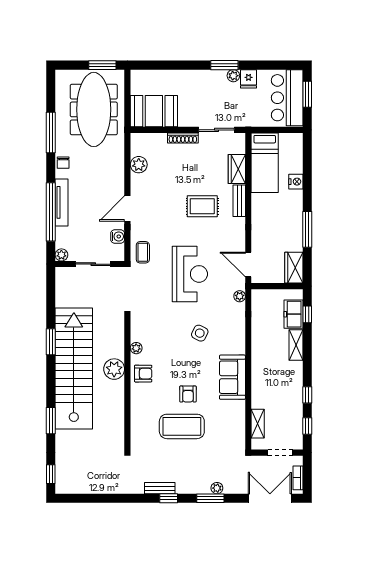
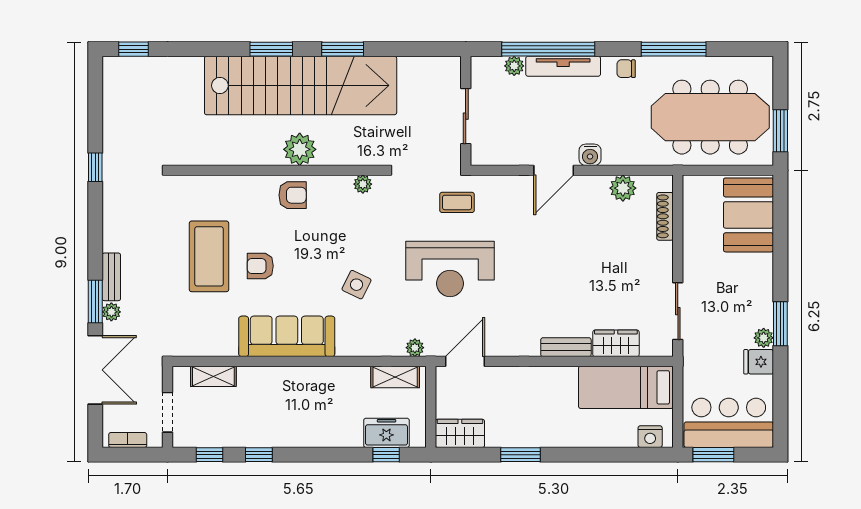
window: (307, 94) -> (713, 455), moved
booth: (154, 111) -> (748, 215), moved
shoe rack: (183, 138) -> (665, 216), moved
nightstand: (296, 182) -> (650, 437), moved
rug: (202, 206) -> (557, 289), removed
door: (127, 208) -> (554, 170), swing flipped
window: (307, 229) -> (521, 455), width x0.69
water cooler: (118, 236) -> (590, 155), moved
coffee table: (143, 252) -> (457, 202), moved
plant: (61, 255) -> (514, 66), moved
shelving: (296, 345) -> (395, 377), moved
plant: (136, 348) -> (363, 184), moved
armchair: (143, 374) -> (293, 195), turned -90
sofa: (232, 377) -> (287, 336), width x1.36
window: (51, 421) -> (271, 49), moved
bench: (160, 488) -> (111, 277), moved
window: (169, 498) -> (95, 167), moved
double door: (270, 498) -> (95, 370), moved

